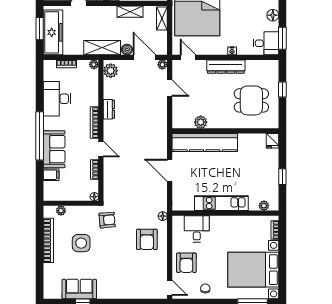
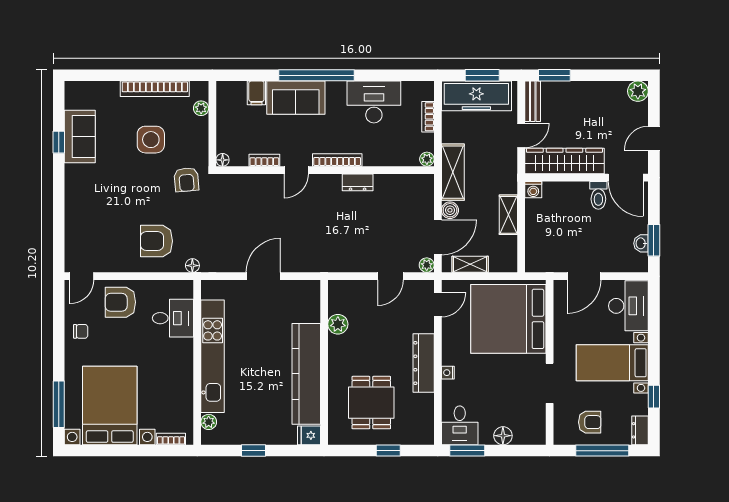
shelving: (162, 19) -> (470, 264), moved
plant: (111, 71) -> (417, 185), removed
kitchen counter: (205, 143) -> (306, 374), moved
kitchen unit: (221, 203) -> (213, 356), width x1.36

